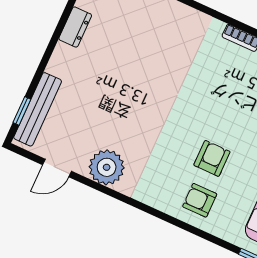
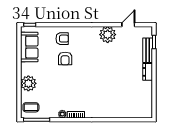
dresser: (75, 27) -> (148, 72), moved
bench: (38, 109) -> (148, 50), width x0.73

